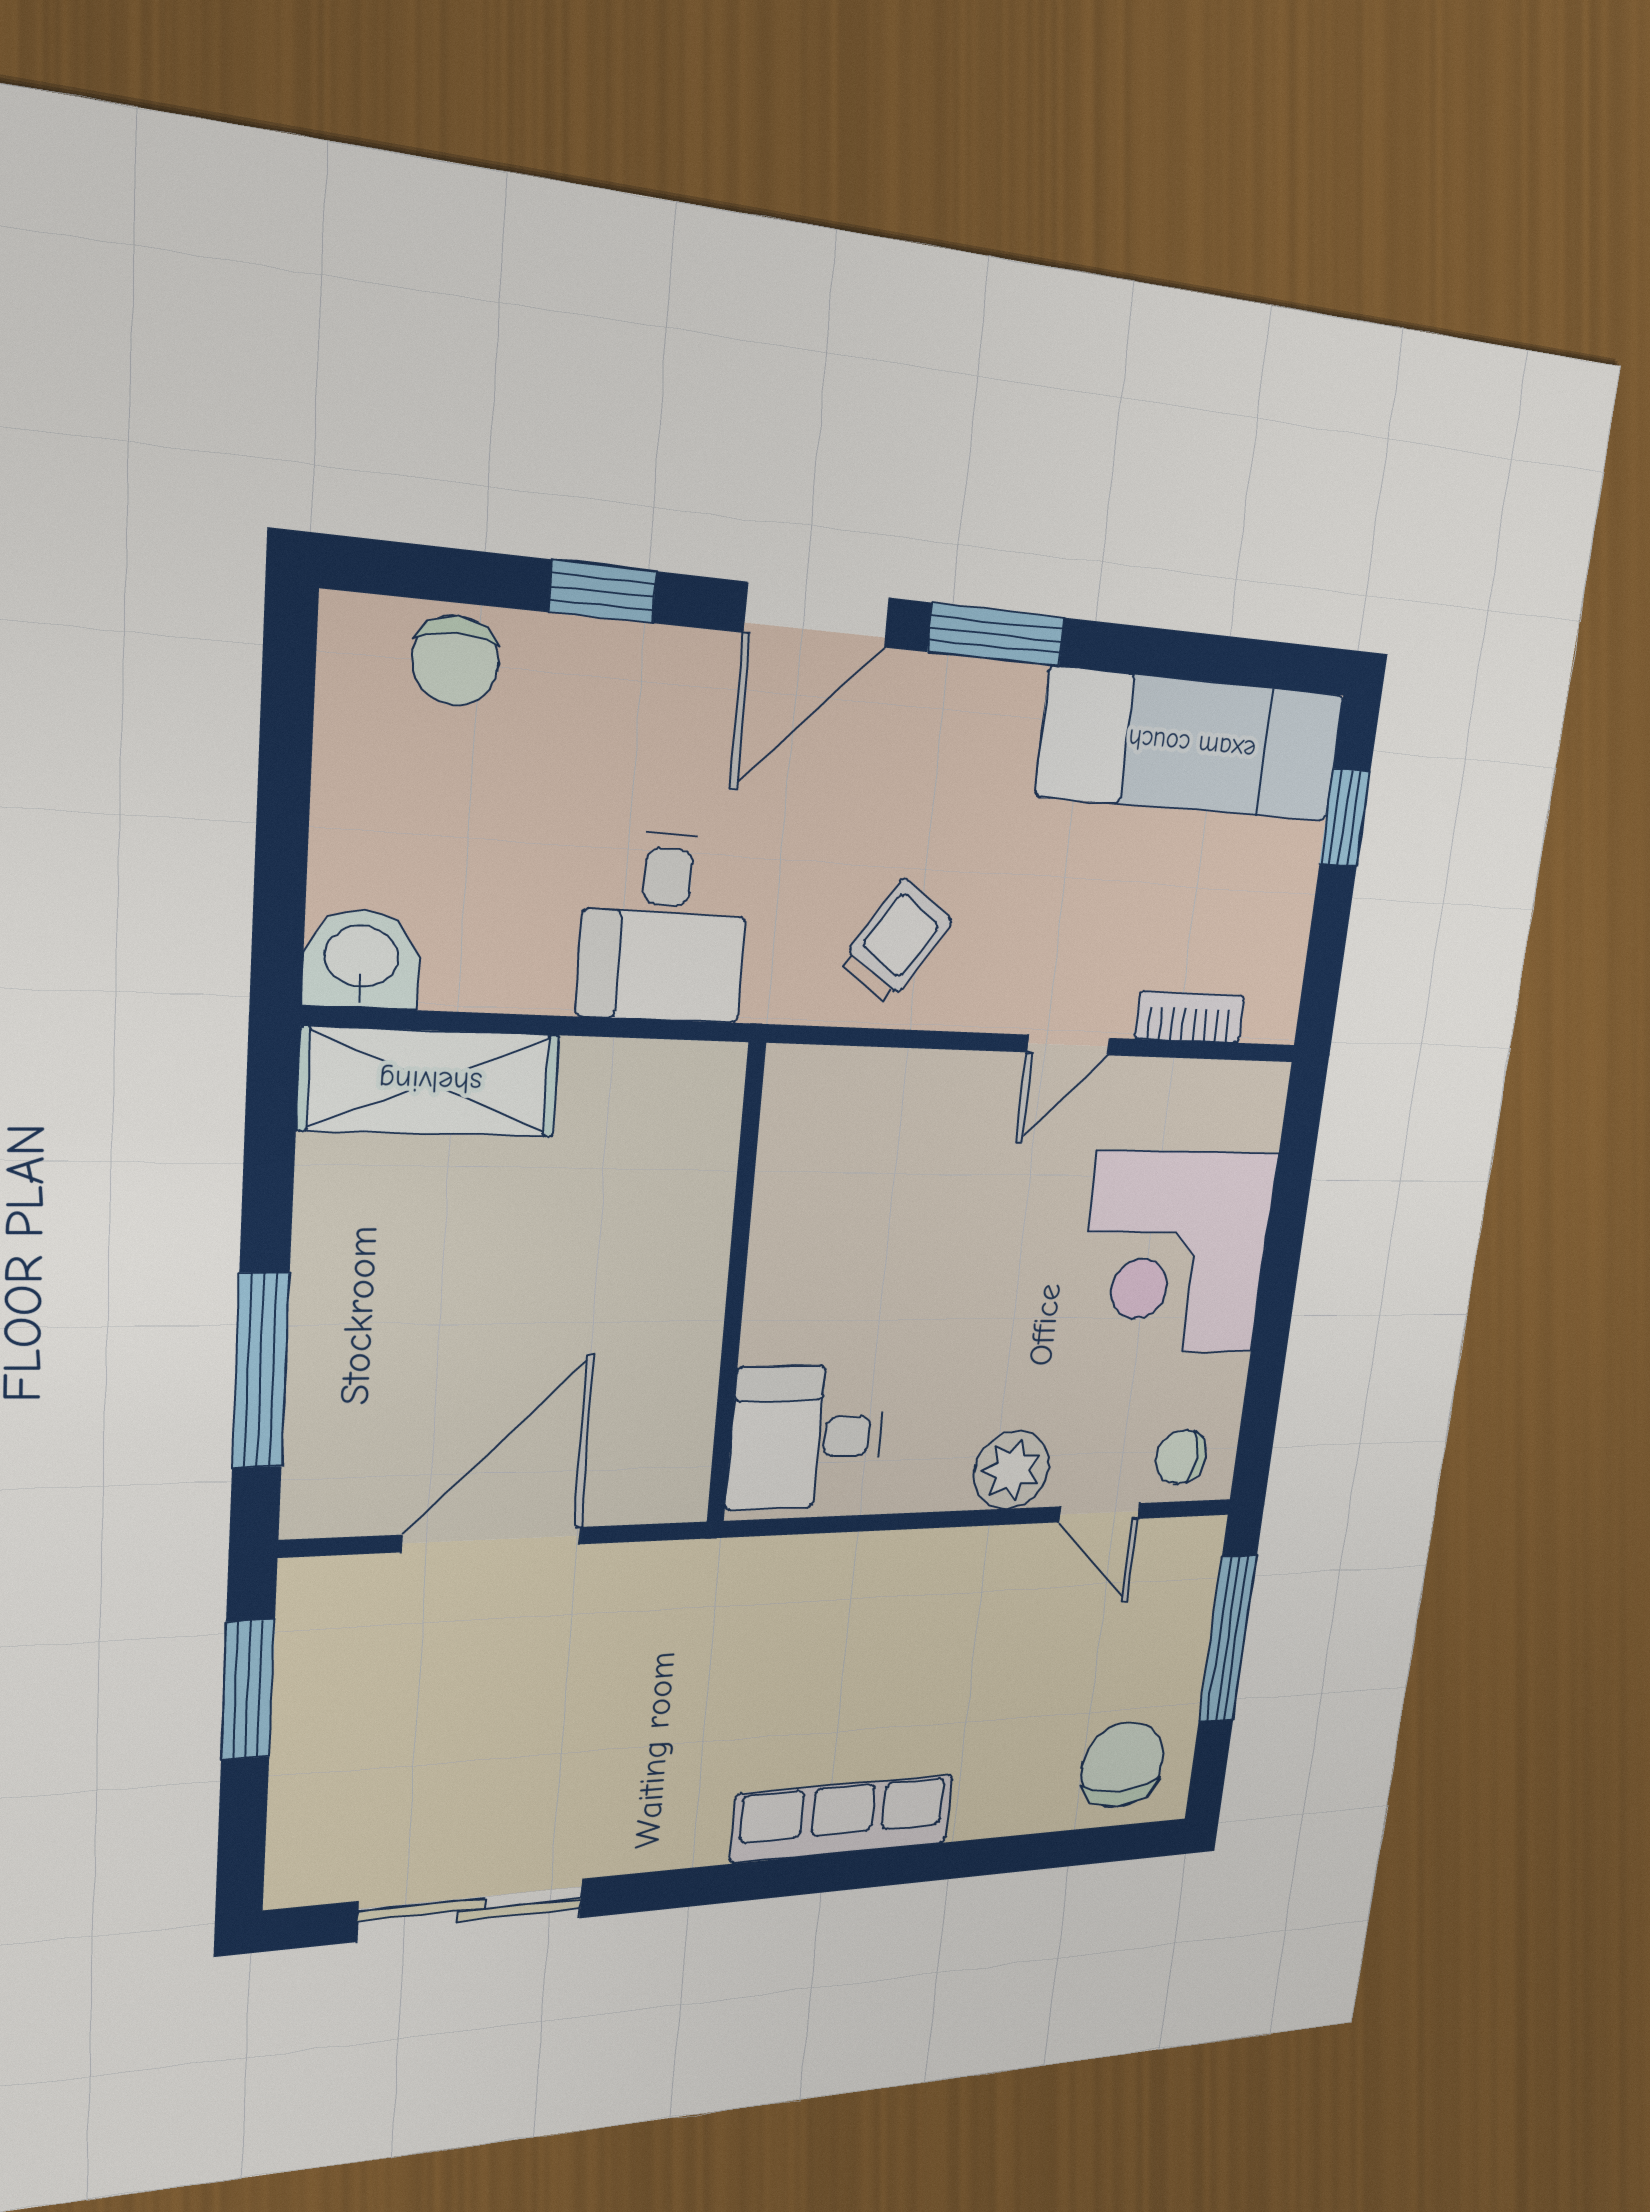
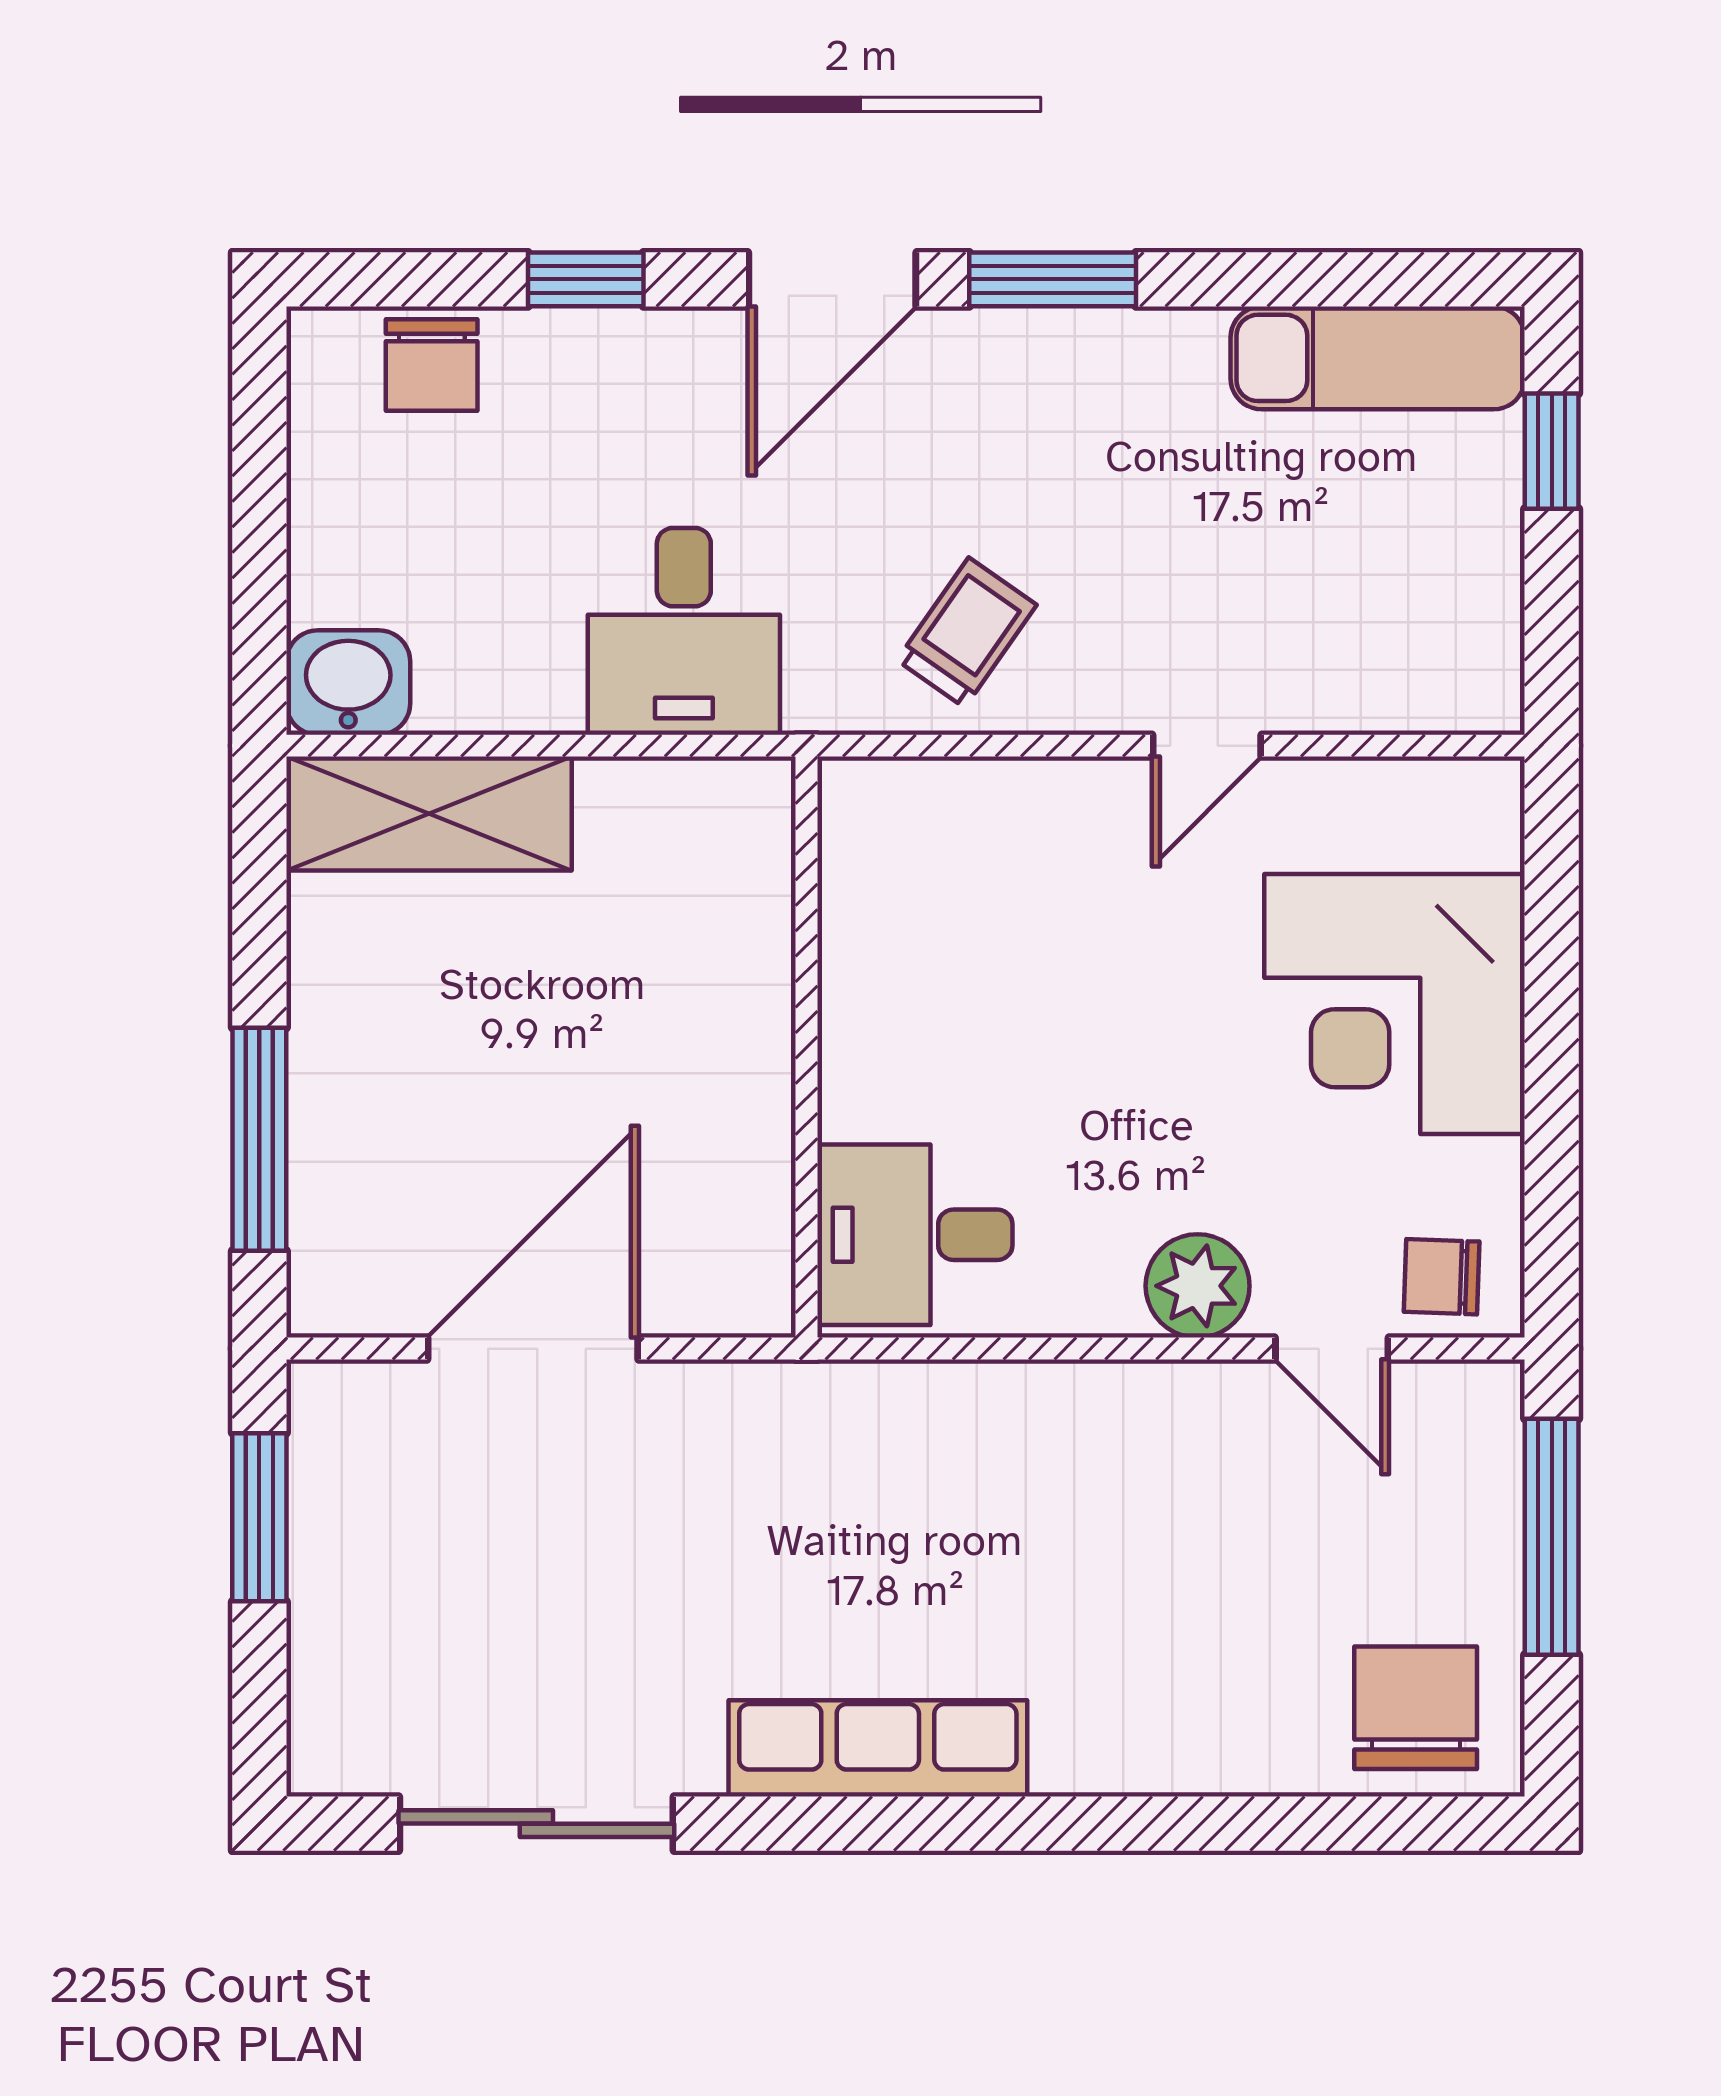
exam couch: (1192, 745) -> (1378, 358), width x0.73, depth x0.69
bookcase: (1190, 1017) -> (1369, 705), removed
row of seats: (843, 1818) -> (878, 1748), moved

